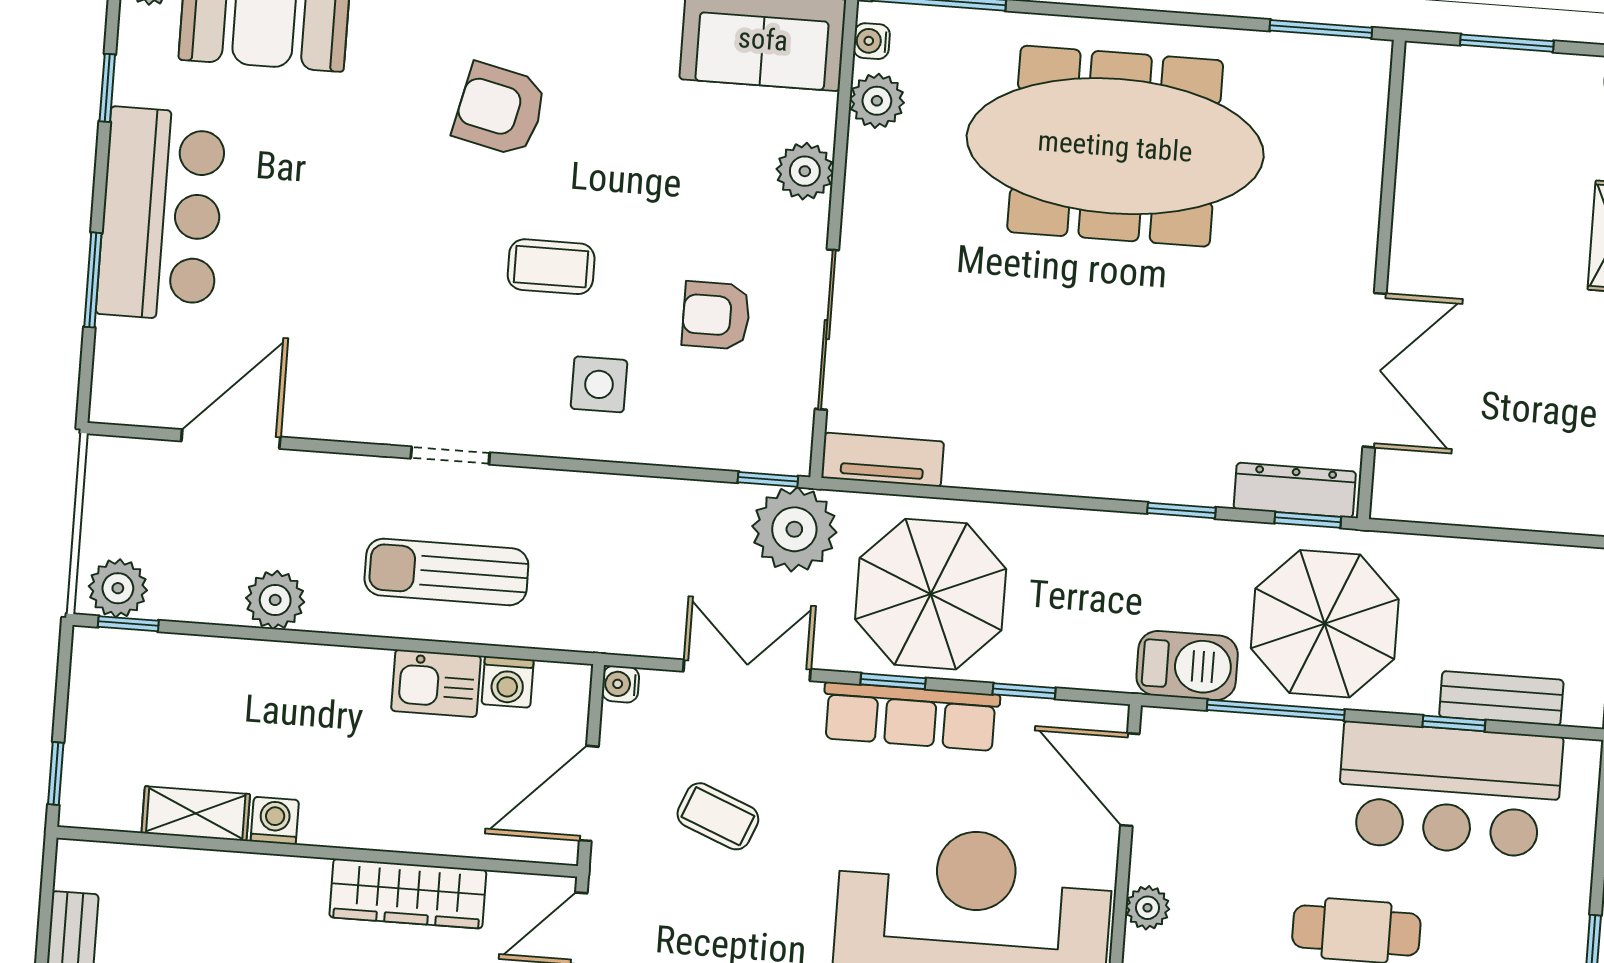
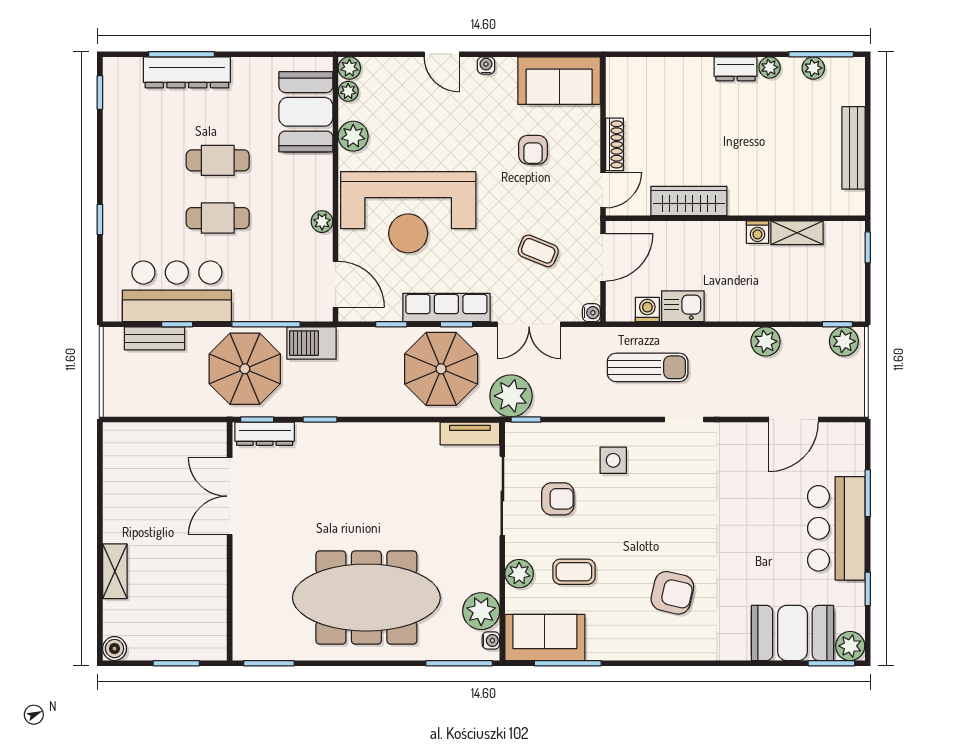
plant: (877, 101) -> (481, 611), width x1.36, depth x1.36
coffee table: (551, 267) -> (574, 572), moved
sun lounger: (446, 572) -> (648, 367), moved

